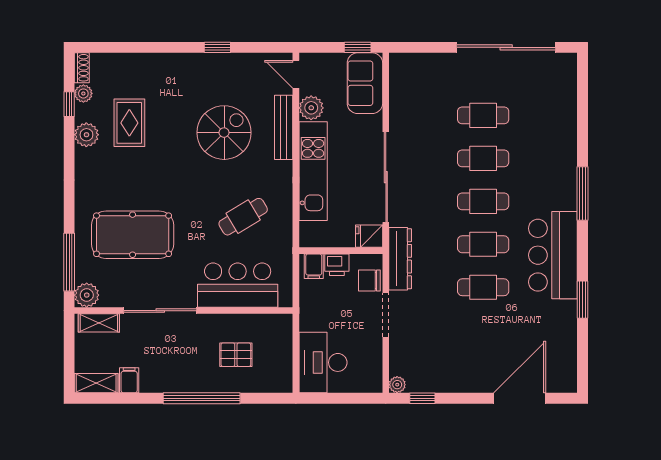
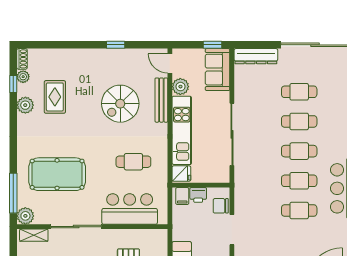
spiral stairs: (224, 133) -> (120, 104), turned 180
cafe table: (243, 217) -> (133, 162), turned 31
fridge: (369, 236) -> (181, 173), moved, turned 180
dresser: (400, 259) -> (256, 56), moved, turned 90

